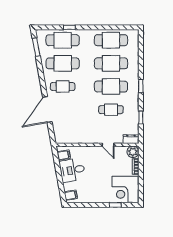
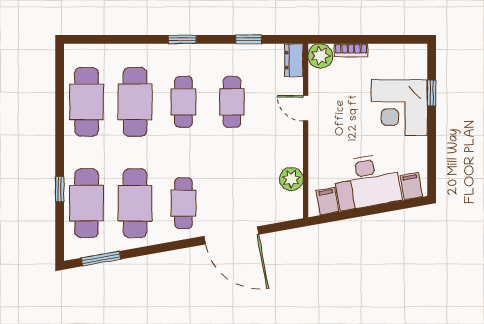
cafe table: (111, 86) -> (183, 102), width x0.73, depth x0.74
plant: (74, 138) -> (291, 179), added
door: (108, 145) -> (306, 108), swing flipped
desk: (72, 170) -> (367, 182), width x1.37
corner desk: (125, 190) -> (399, 108), moved, turned 90

